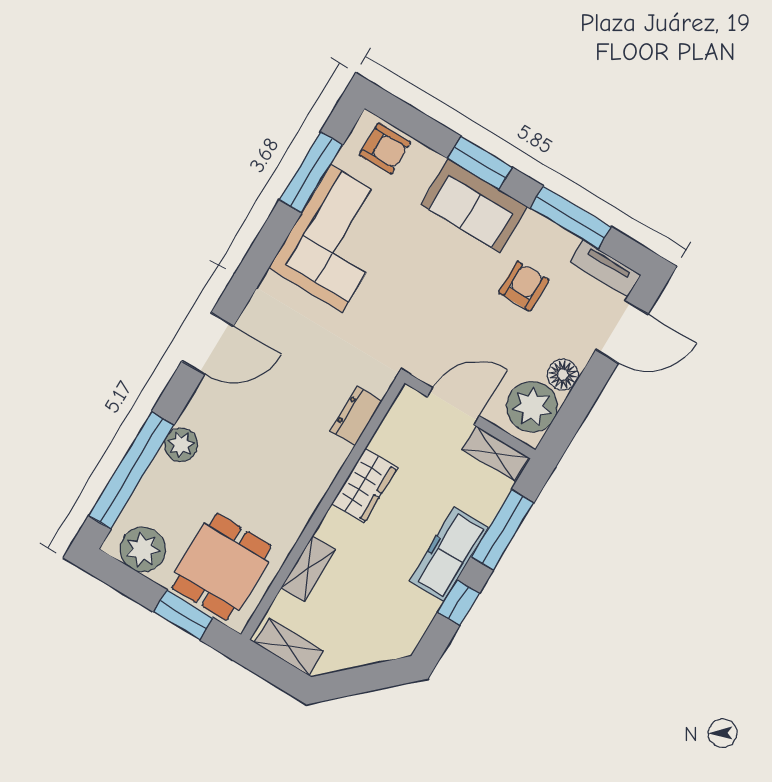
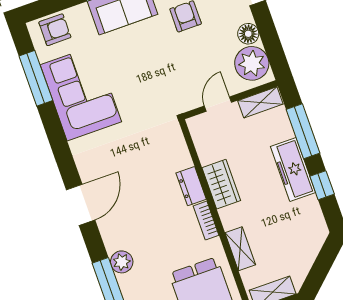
door: (453, 406) -> (218, 104), width x0.73
dresser: (356, 416) -> (191, 186), moved
bookcase: (308, 503) -> (206, 221), added

